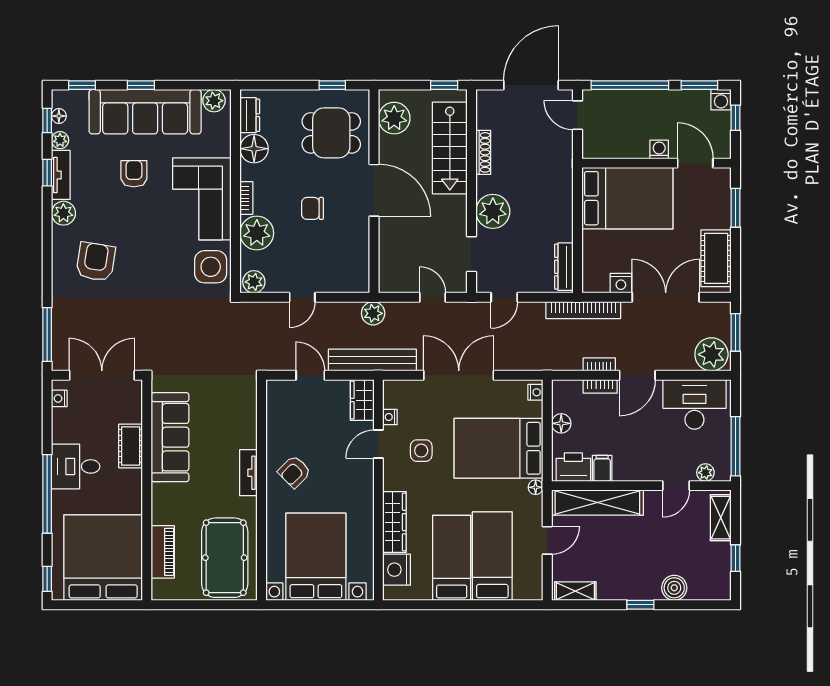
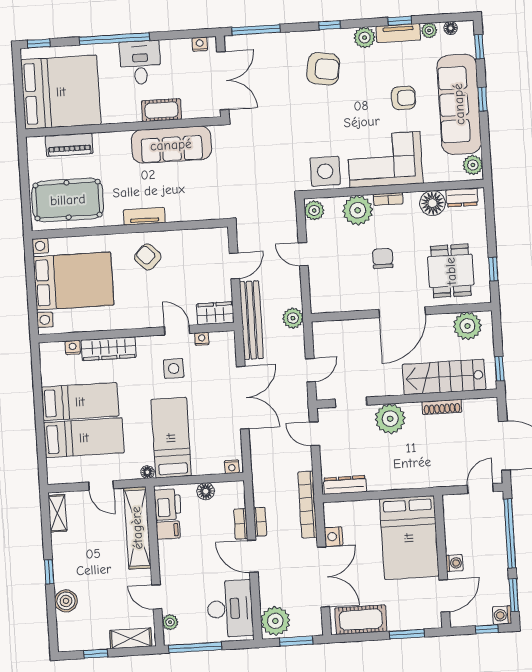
window: (47, 121) -> (330, 25), moved
bed: (499, 448) -> (171, 438), width x0.67
nightstand: (397, 570) -> (73, 347), width x0.53, depth x0.56

